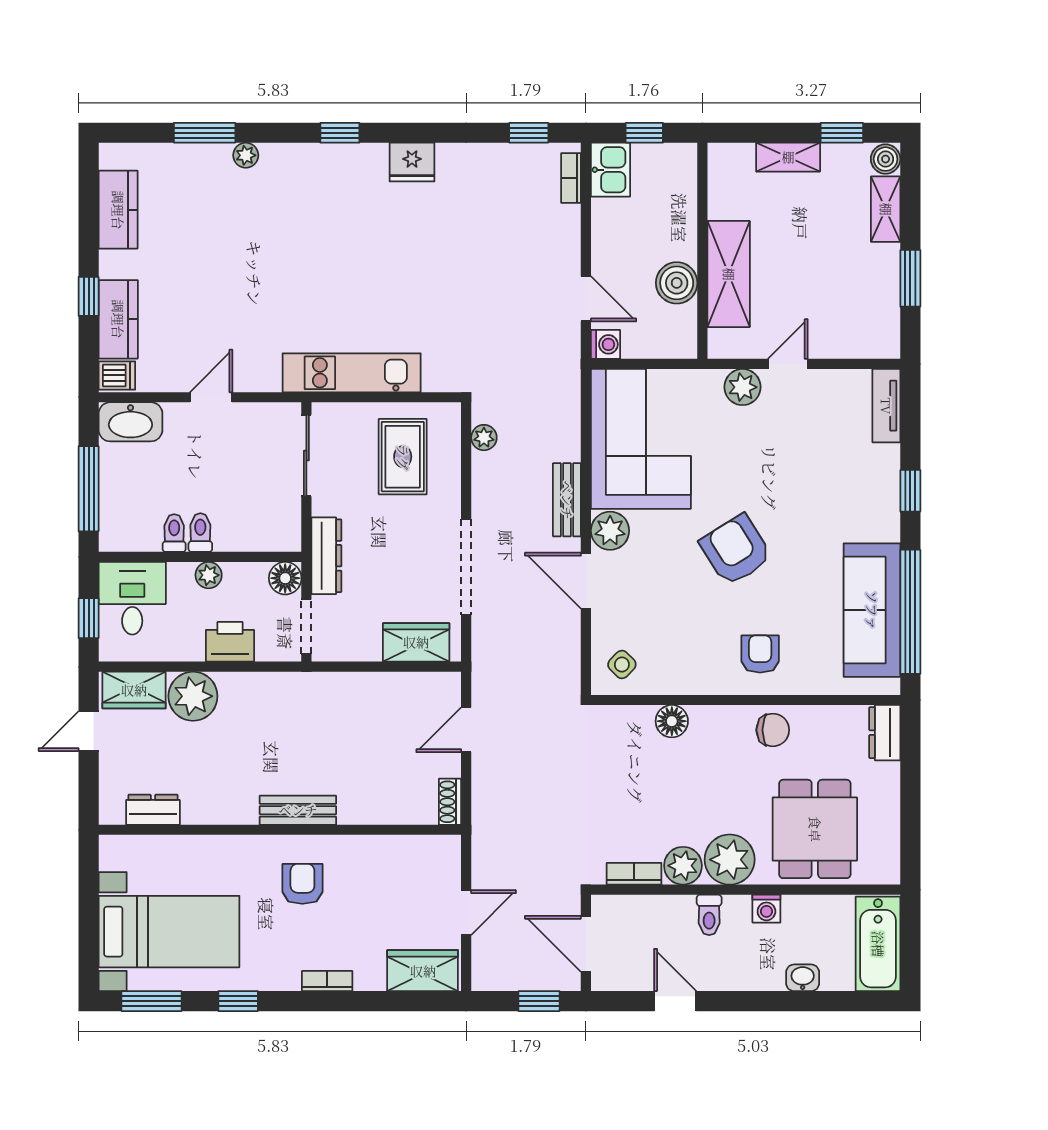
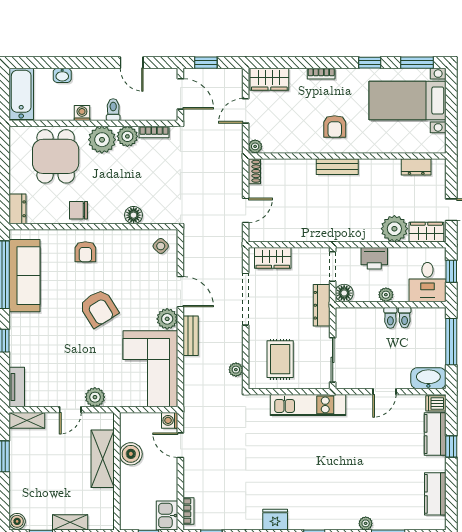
shelving: (886, 209) -> (27, 420), moved, turned 90
plant: (449, 847) -> (255, 146), added

